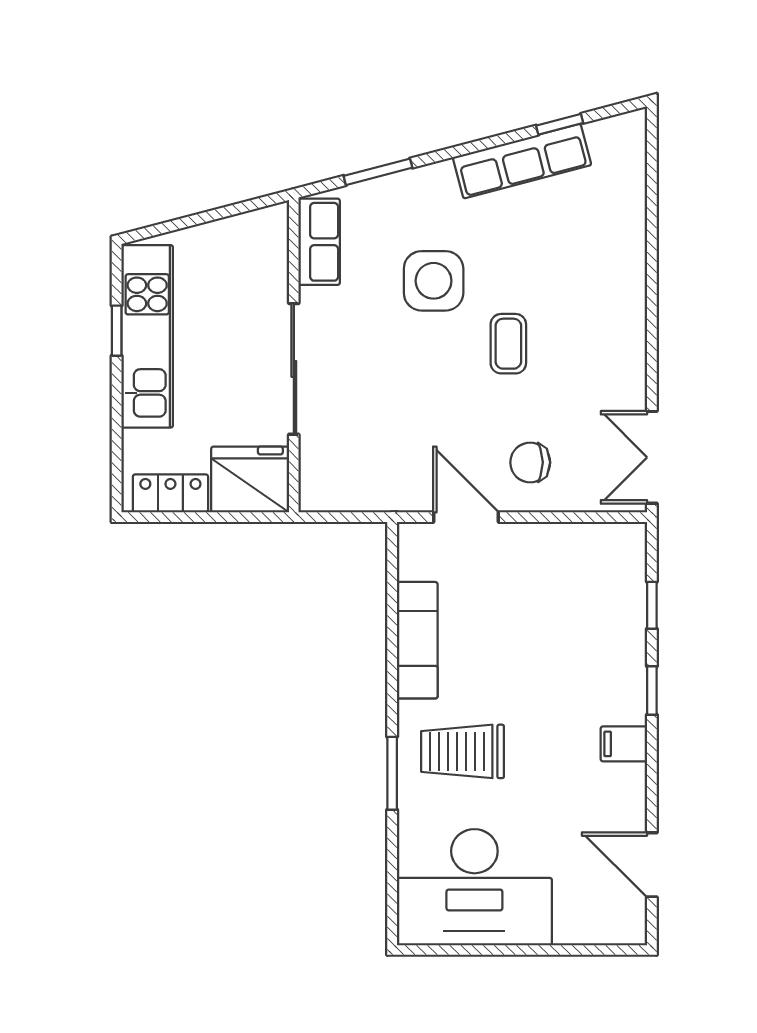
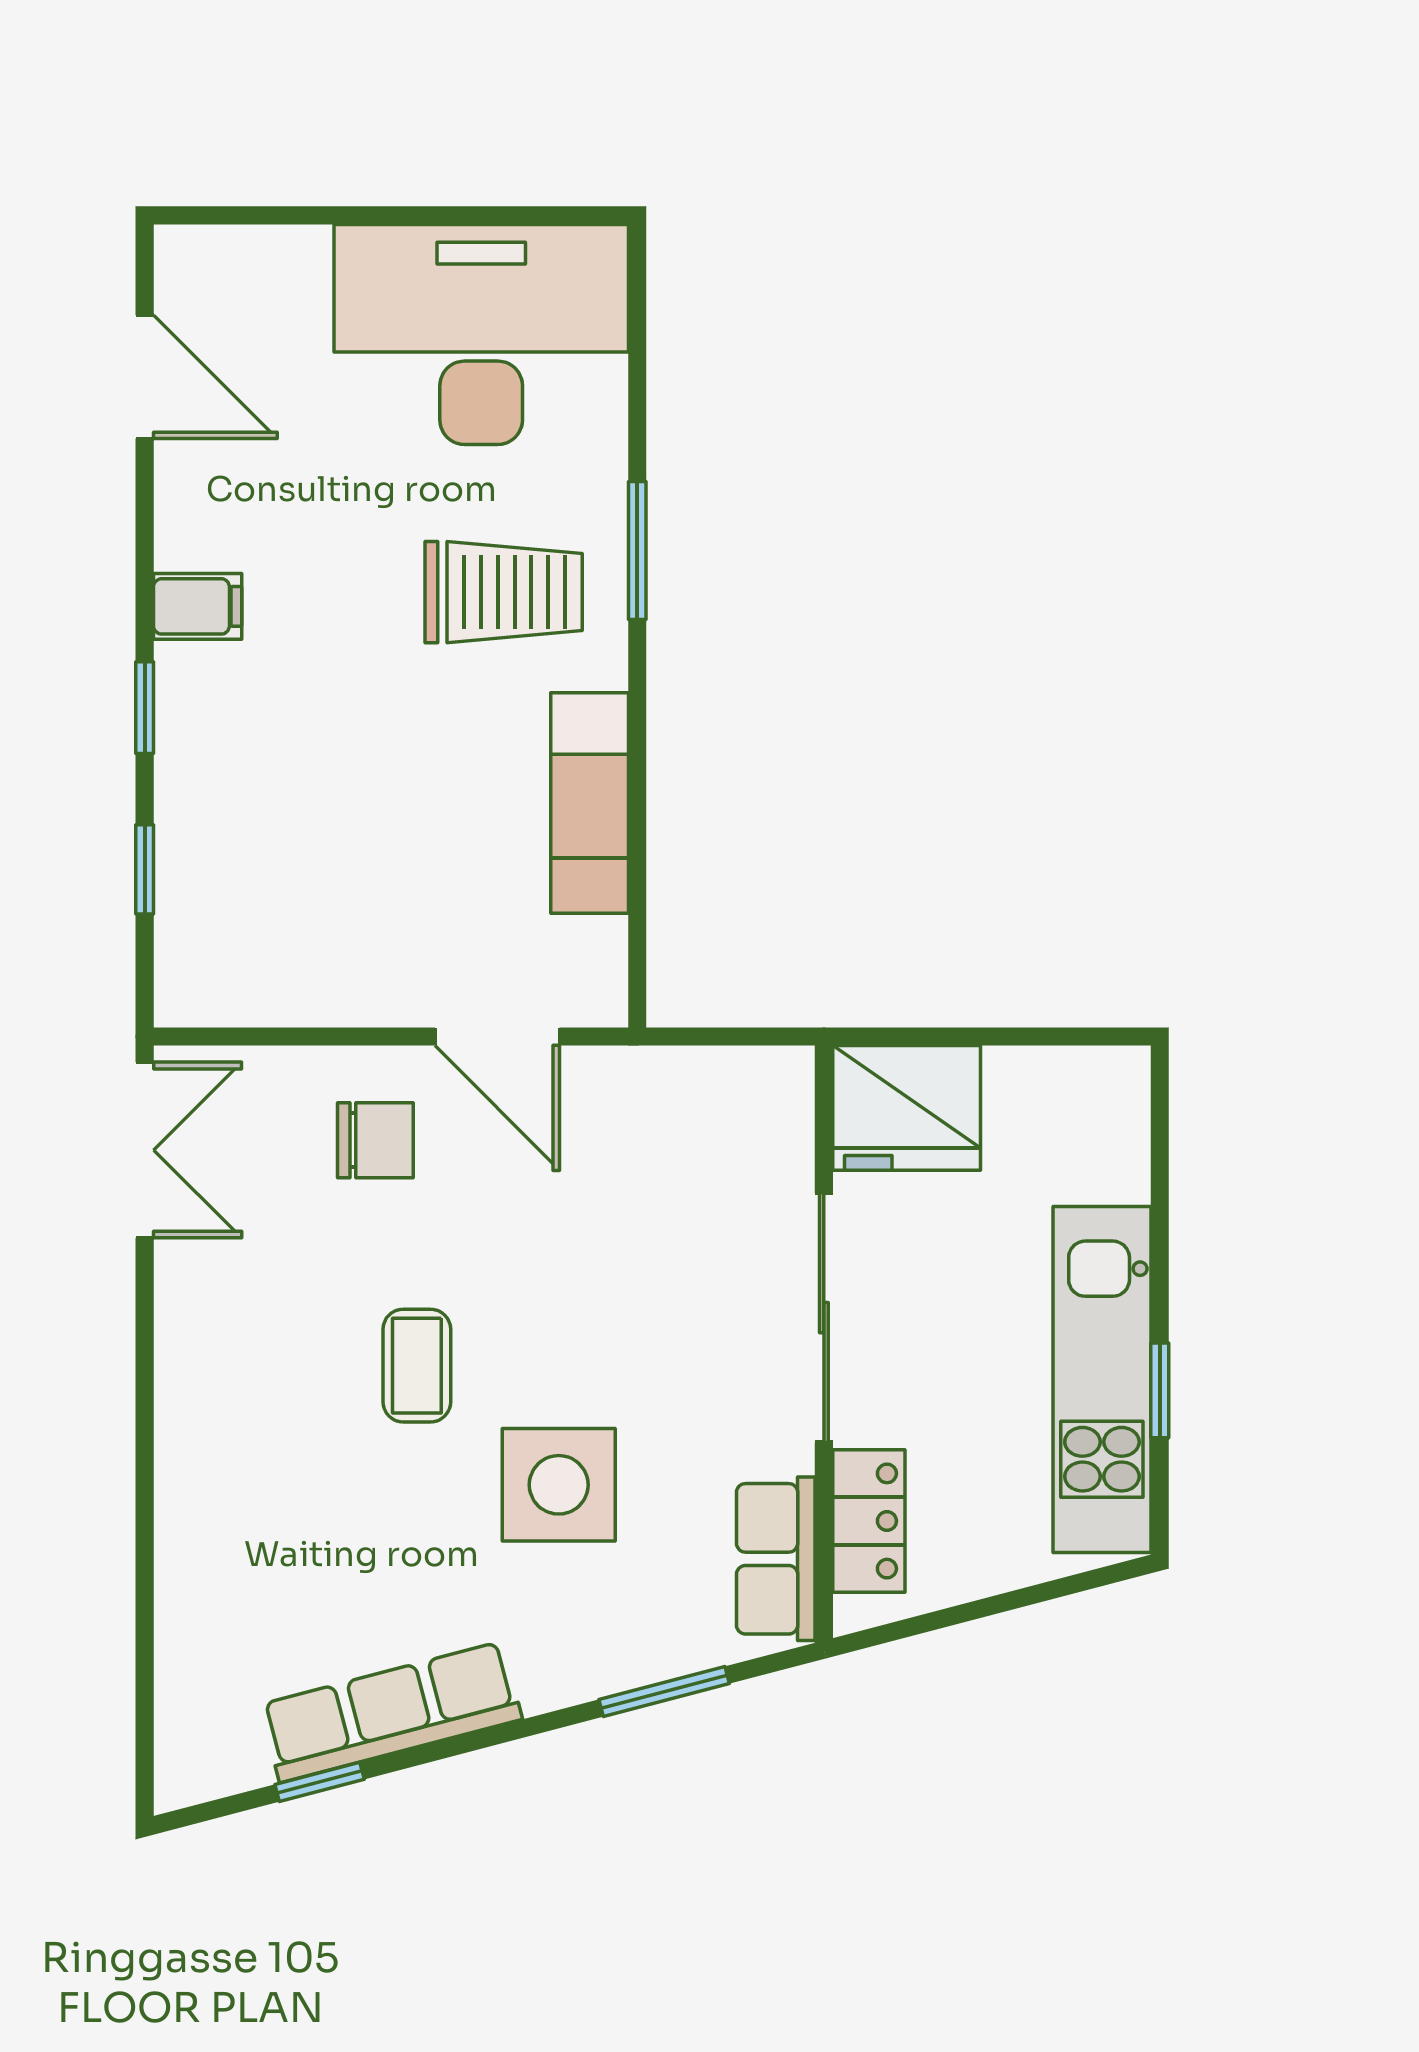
locker: (170, 493) -> (869, 1521), moved, turned -90

